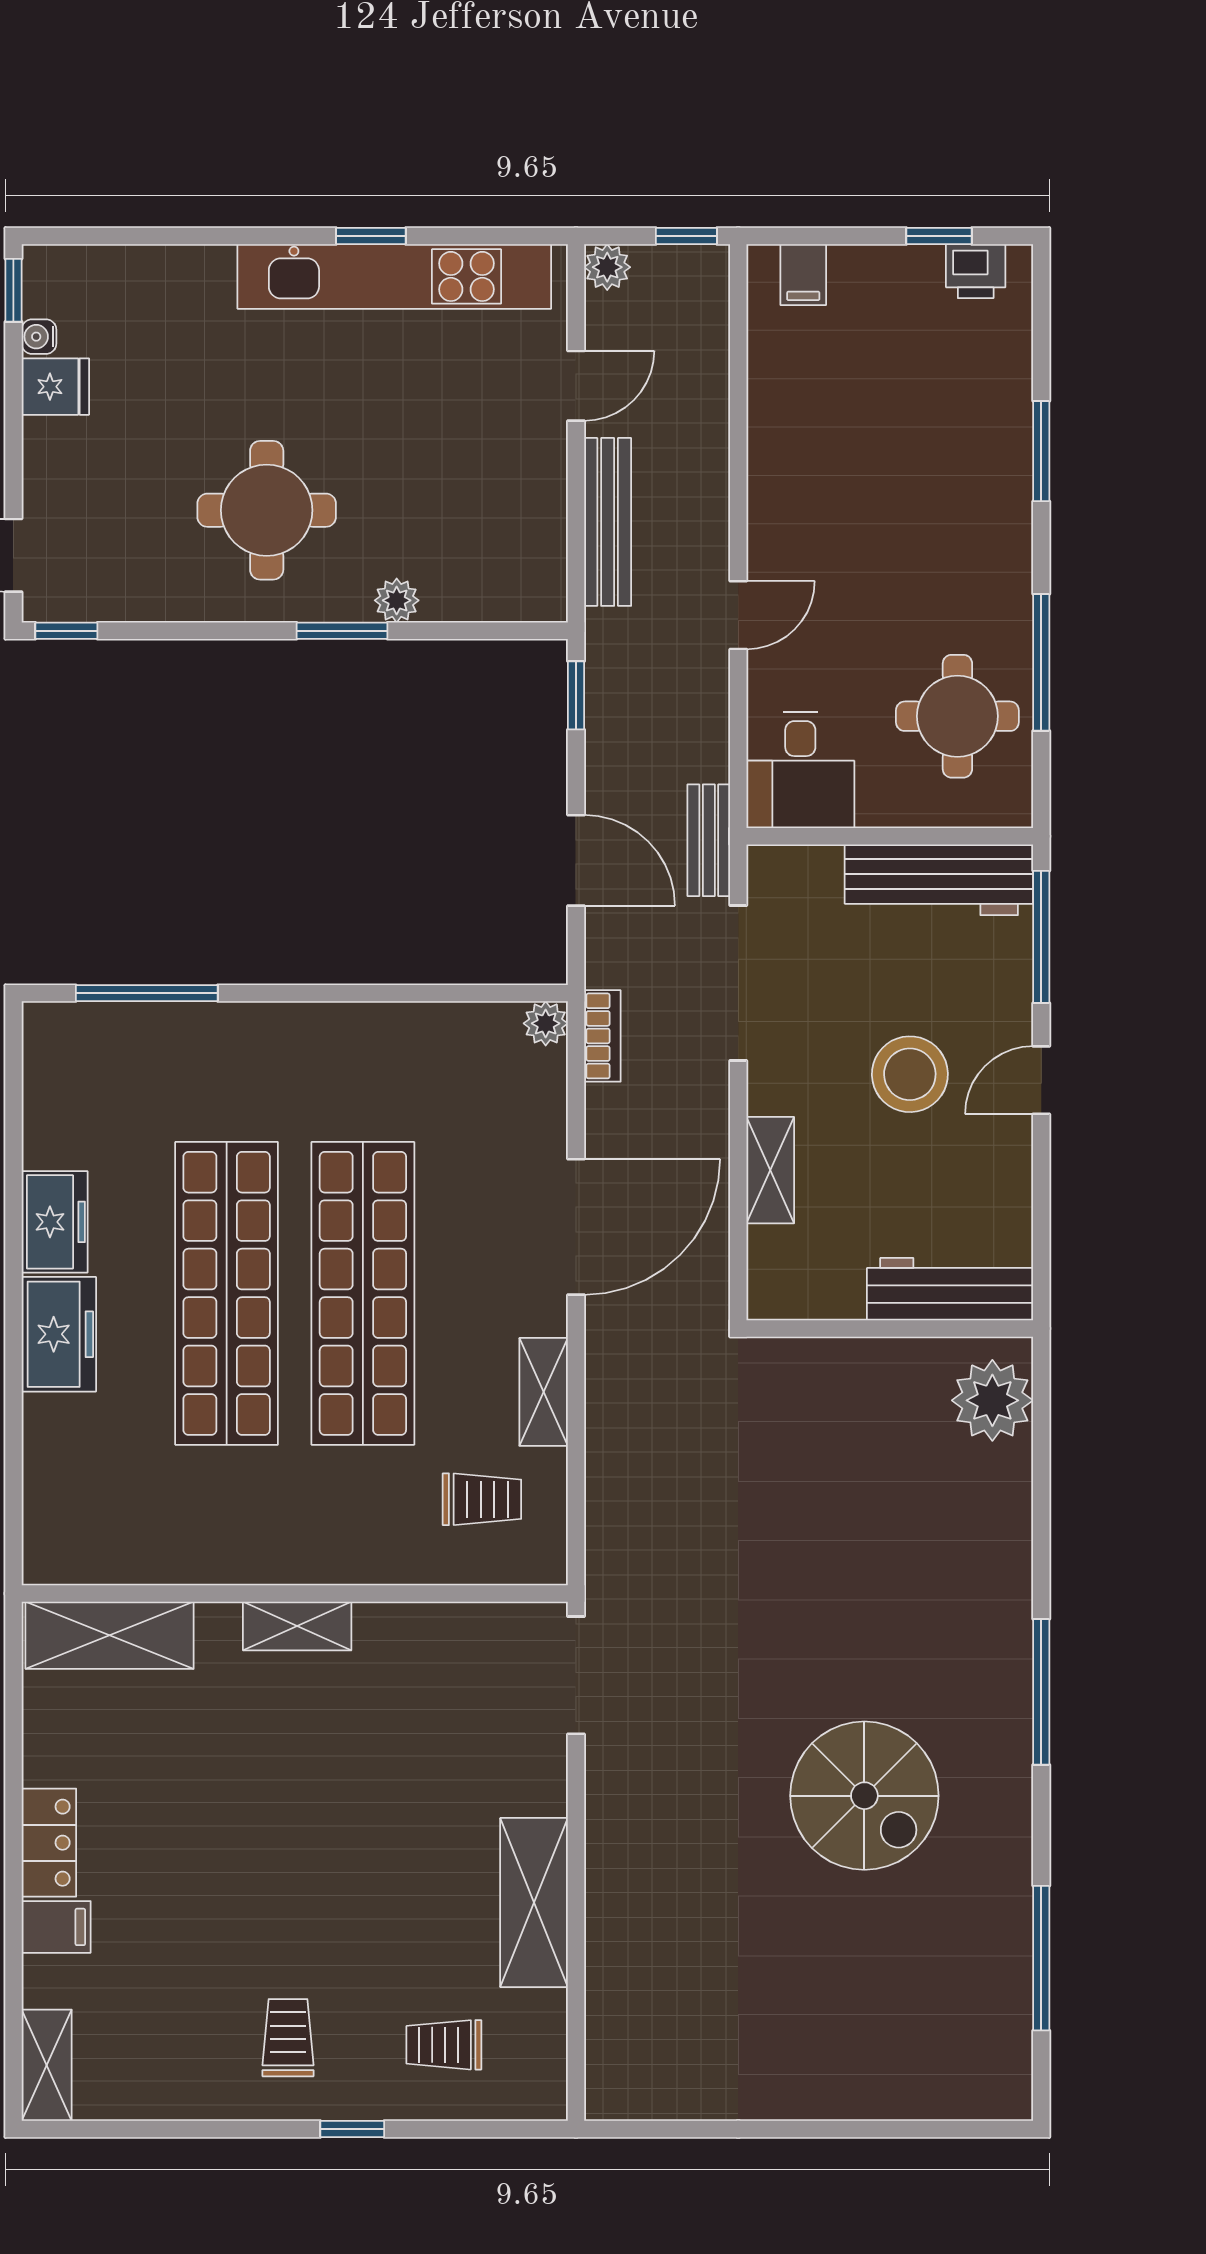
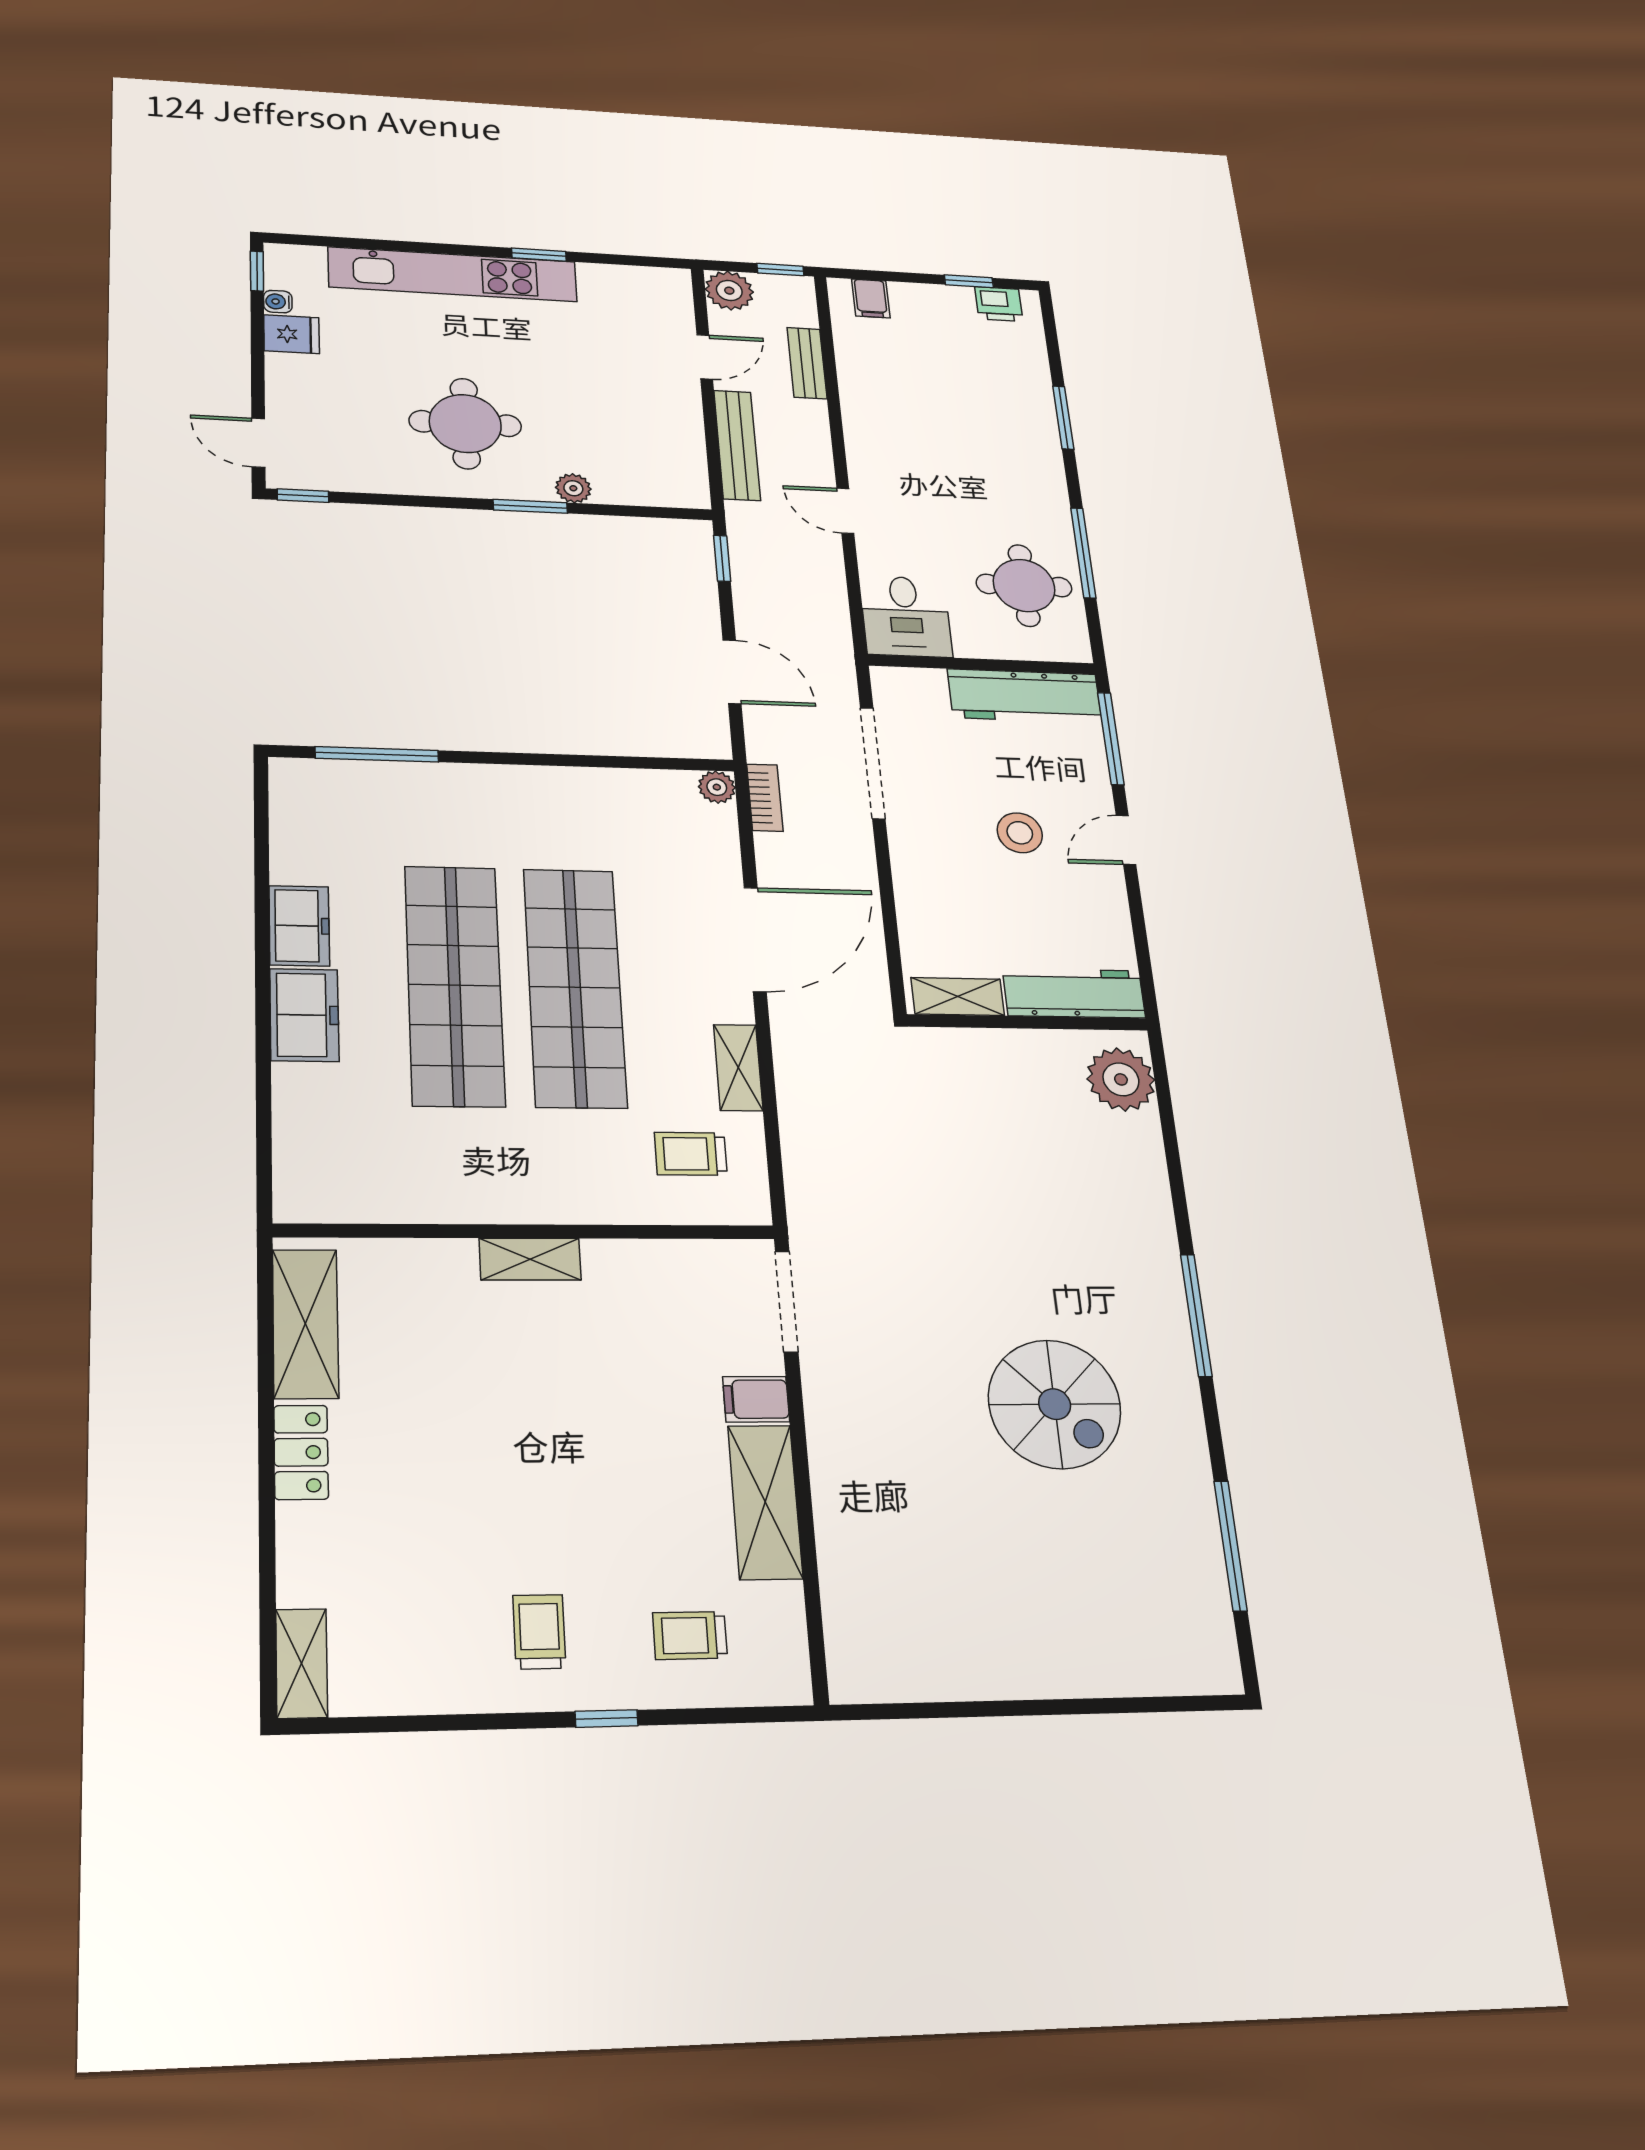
plant: (607, 267) -> (729, 291), width x1.38, depth x1.38
kitchen unit: (394, 276) -> (453, 274), moved
door: (738, 615) -> (845, 511), swing flipped
bench: (709, 840) -> (807, 363), moved
stool: (910, 1074) -> (1020, 833), width x0.73, depth x0.73
shelving: (770, 1170) -> (958, 997), moved, turned 90
trolley: (482, 1499) -> (691, 1154), turned 180
shelving: (110, 1635) -> (305, 1324), moved, turned 90
filing cabinet: (56, 1927) -> (756, 1399), moved, turned 180

